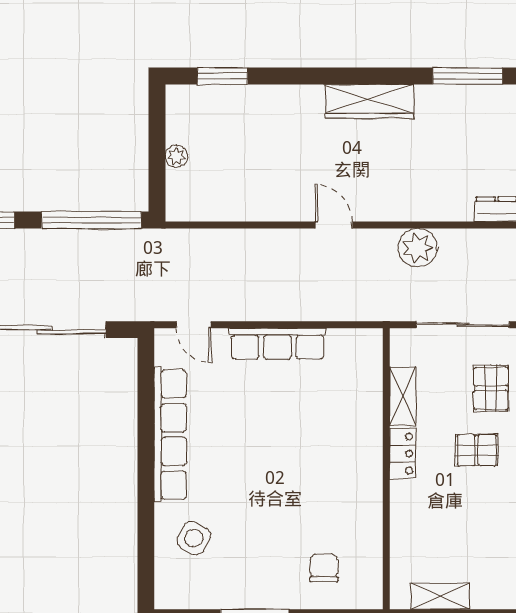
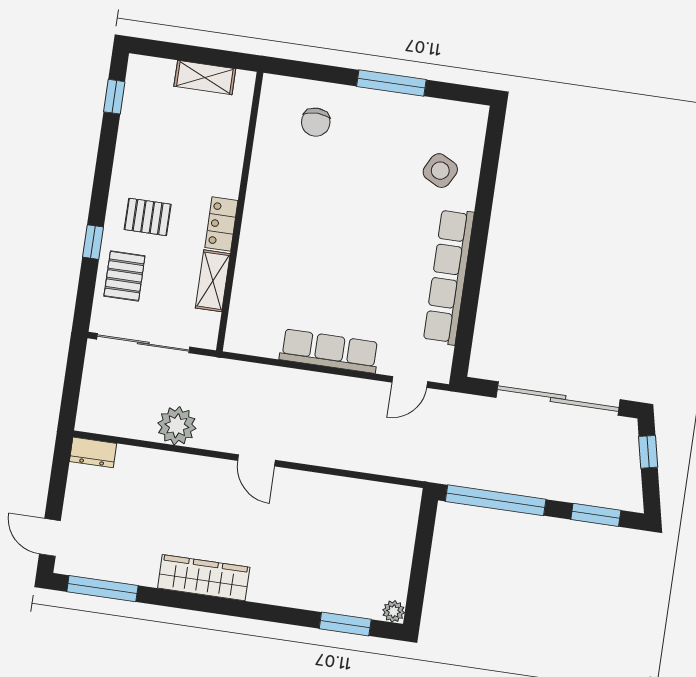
plant: (176, 156) -> (394, 611), moved
door: (194, 325) -> (410, 382), swing flipped

